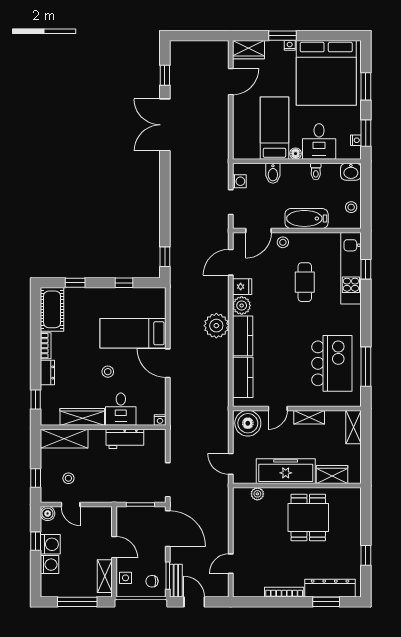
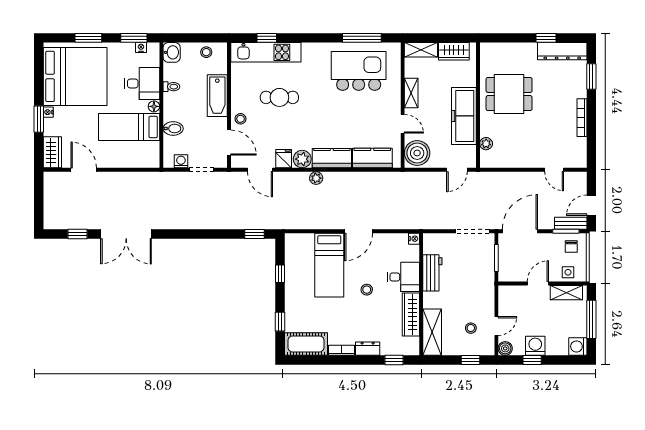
plant: (216, 326) -> (316, 178), width x0.53, depth x0.53
wardrobe: (332, 475) -> (454, 51), moved, turned -90
washing machine: (50, 565) -> (578, 346), moved, turned -90
dresser: (330, 588) -> (562, 51), moved, turned -90

